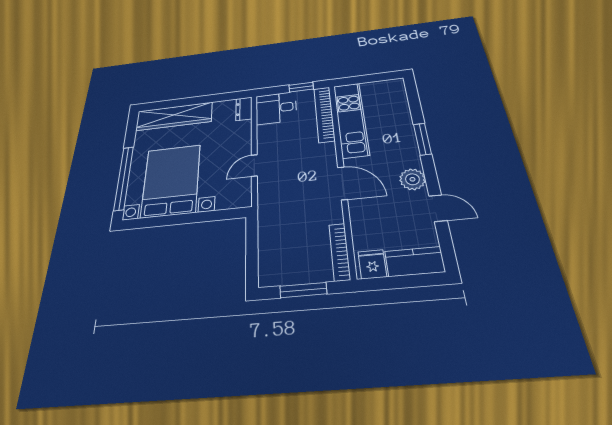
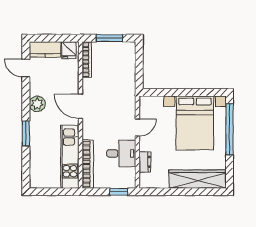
window: (301, 87) -> (119, 192), moved
desk: (276, 108) -> (121, 153), moved
dresser: (244, 109) -> (145, 162), moved
door: (438, 208) -> (26, 68), moved

